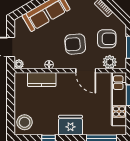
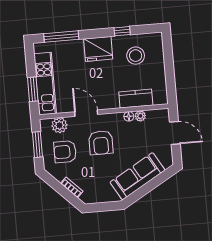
armchair: (75, 44) -> (101, 143), turned 95
plant: (19, 64) -> (140, 116), moved
stool: (25, 122) -> (136, 56), moved

